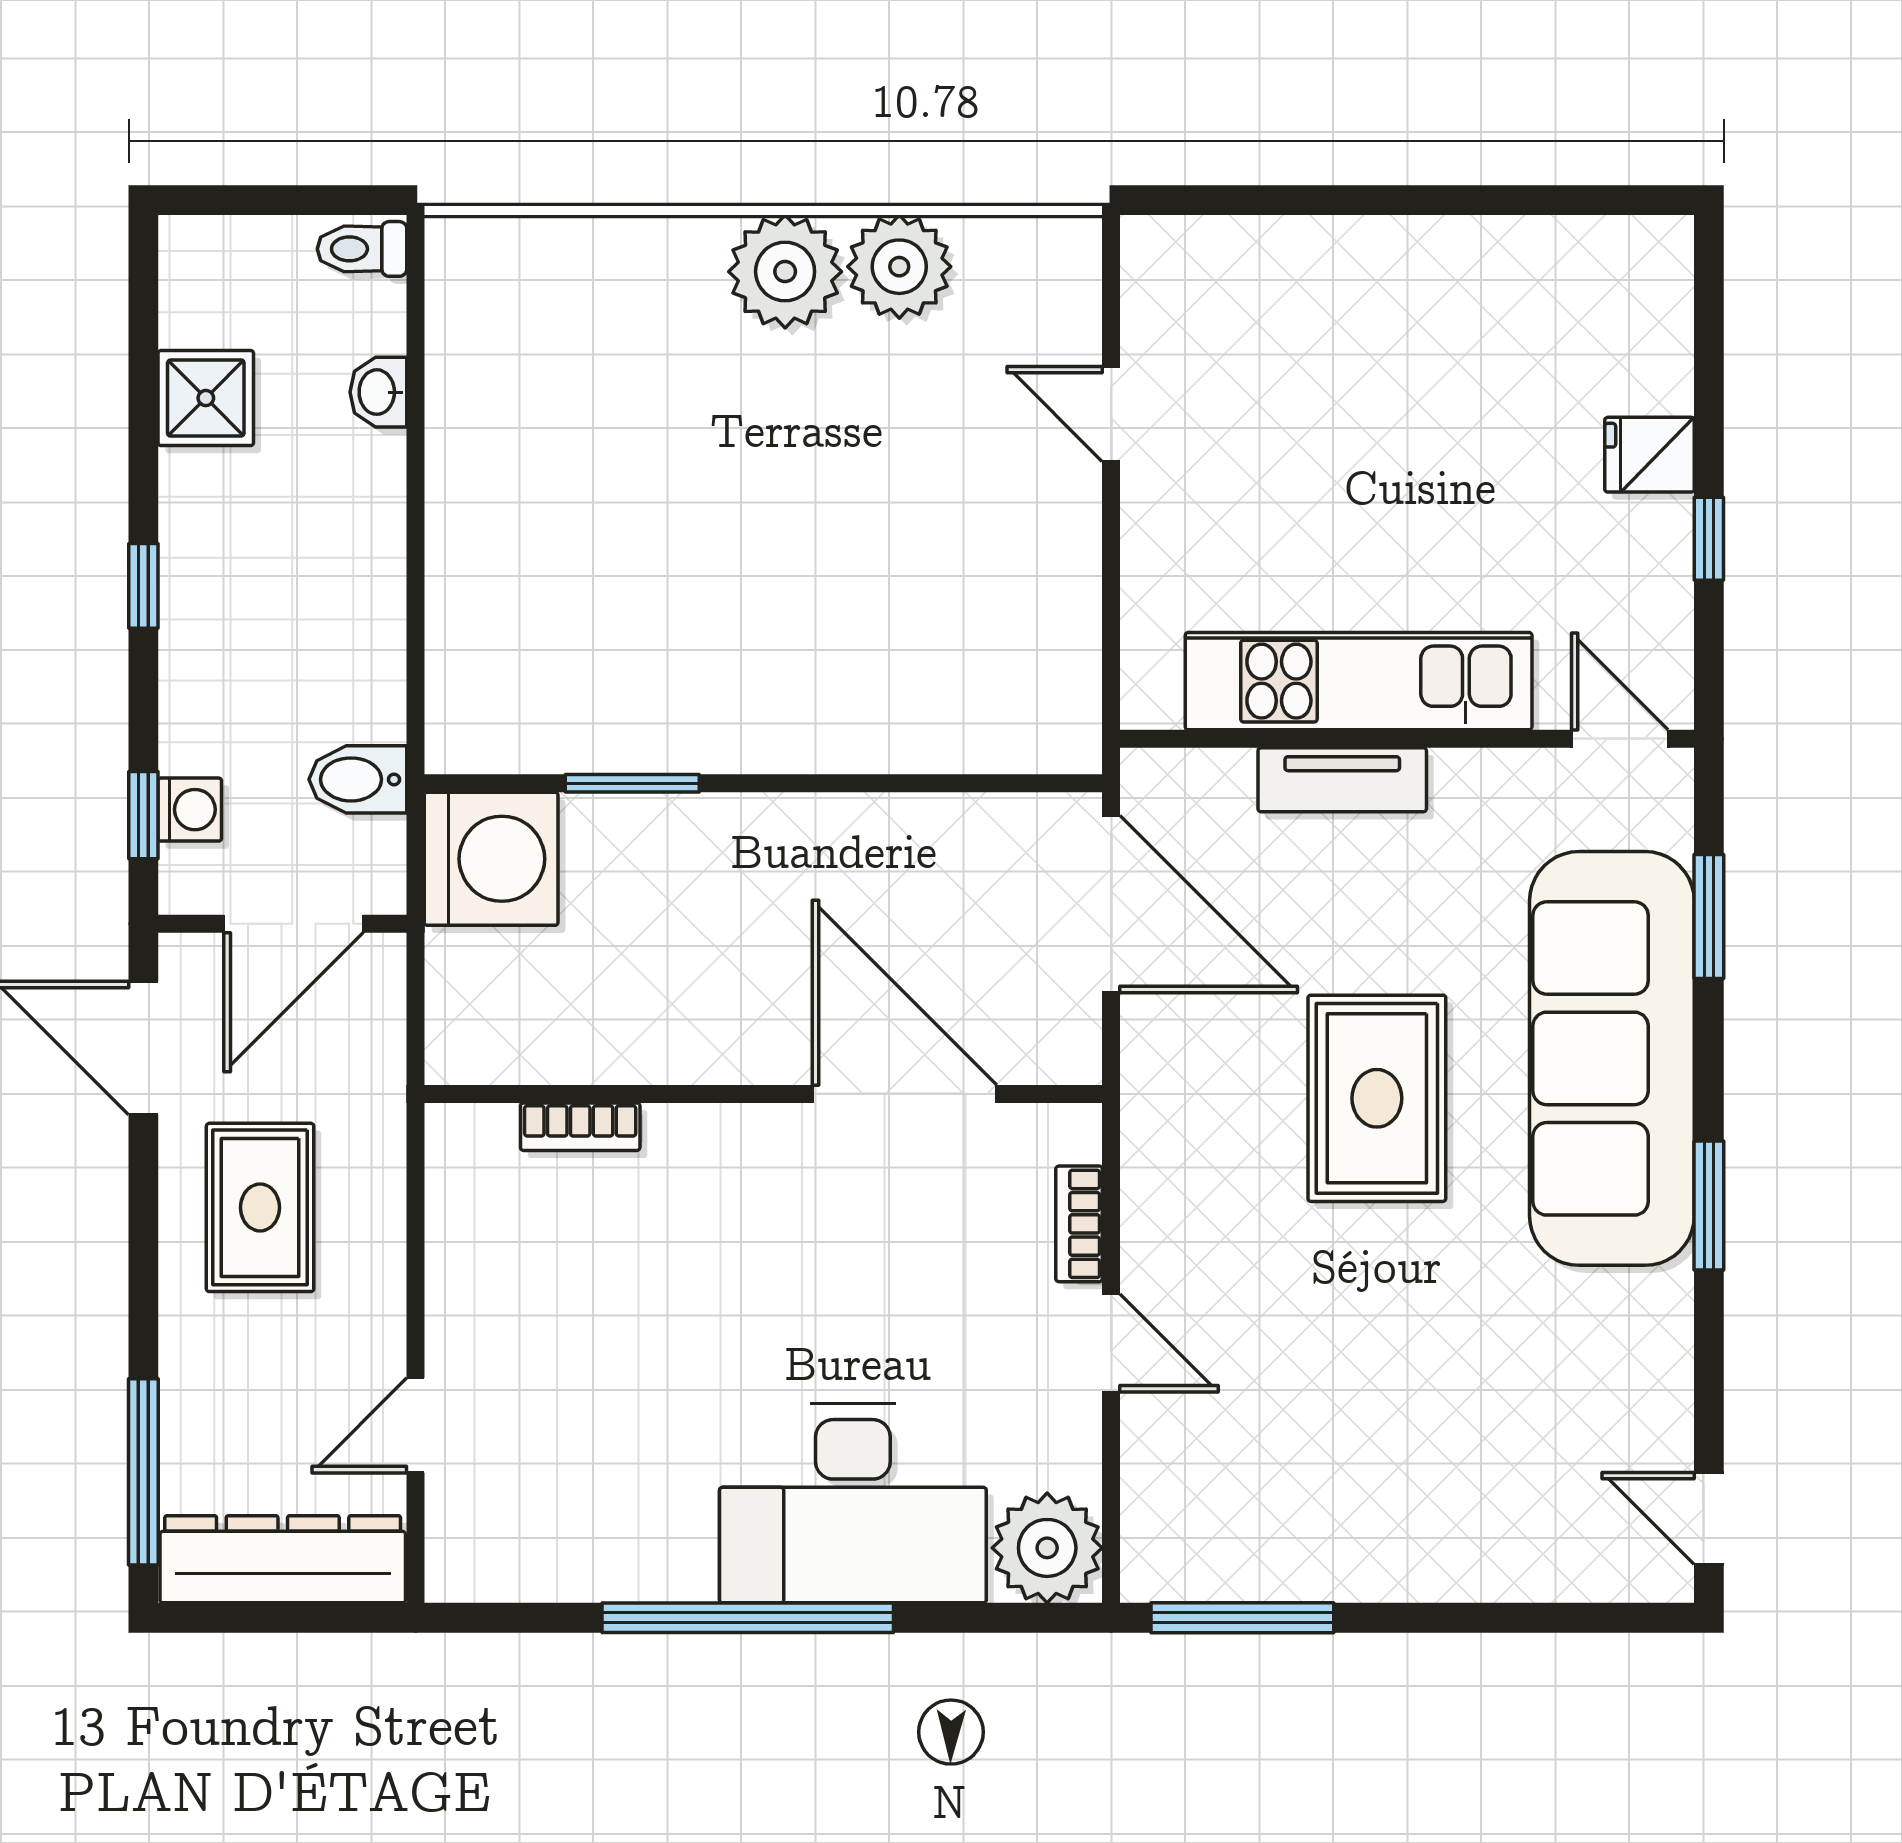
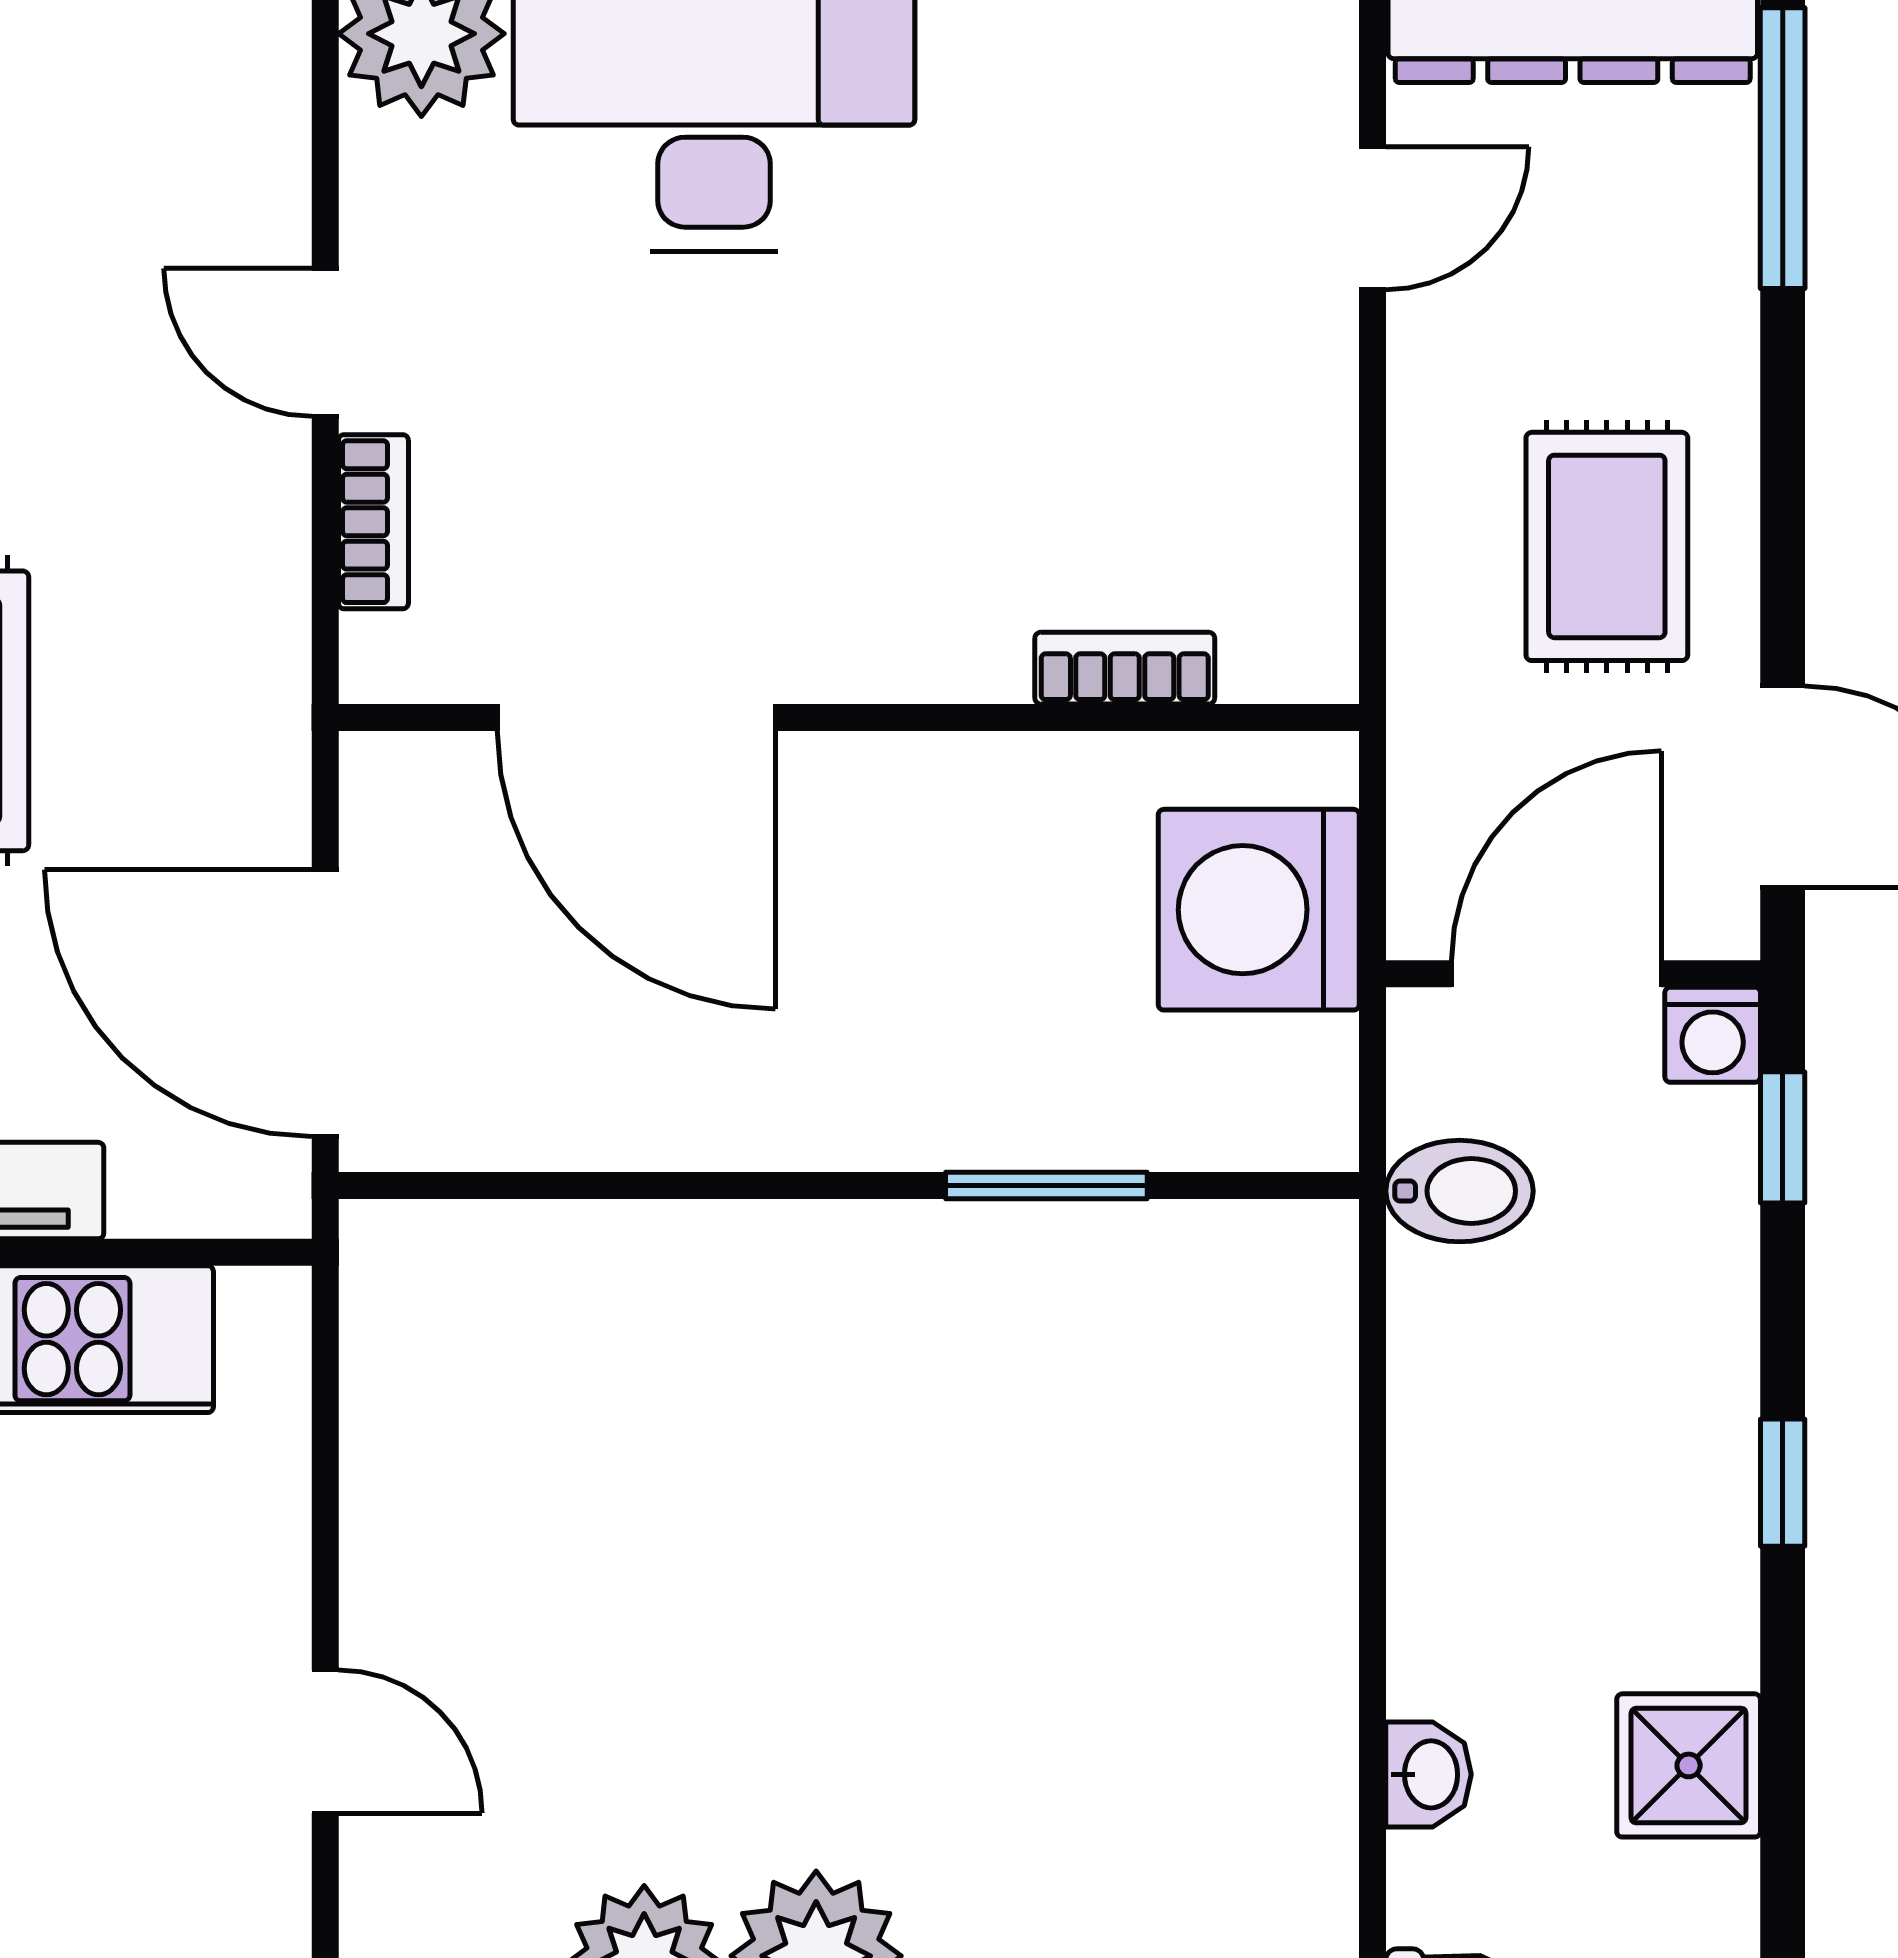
washing machine: (190, 810) -> (1713, 1035), moved, turned -90
washing machine: (491, 859) -> (1259, 910), moved

